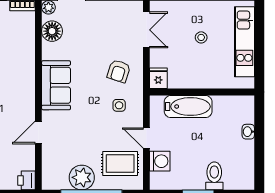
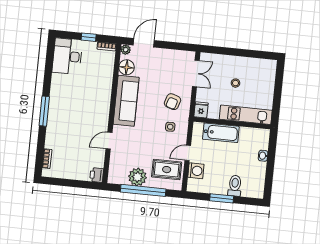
kitchen unit: (244, 42) -> (246, 115), moved, turned 90
sofa: (56, 85) -> (126, 101), width x1.36
door: (146, 138) -> (188, 153), hinge flipped

